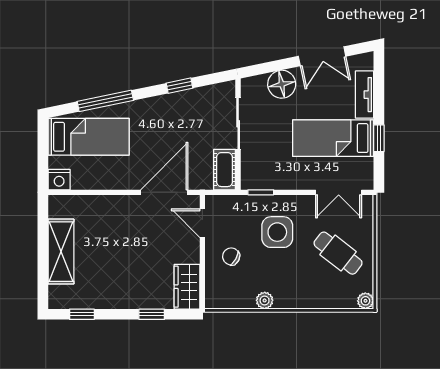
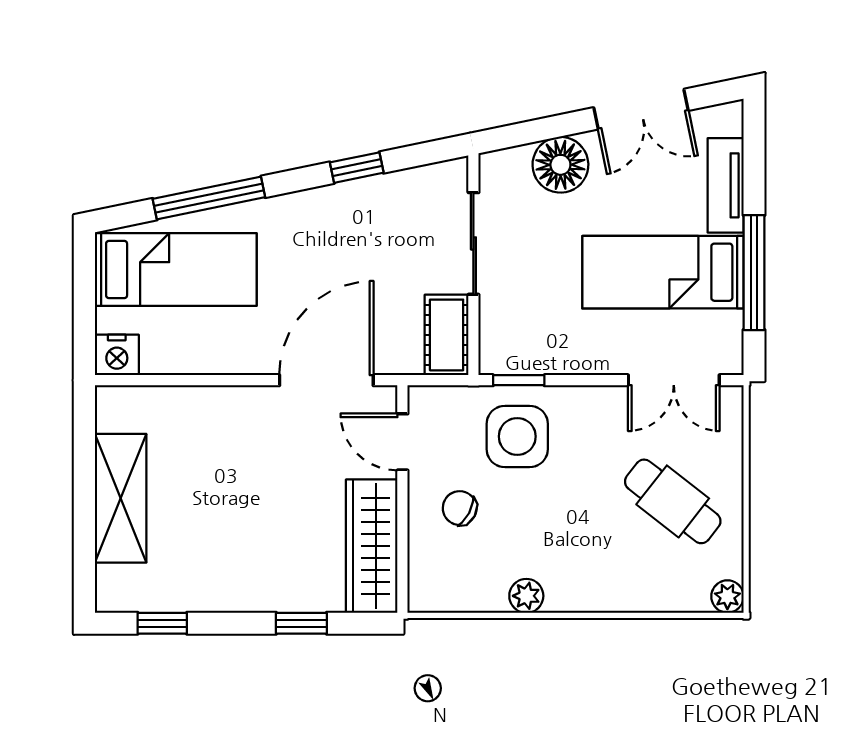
window: (379, 138) -> (754, 273), width x2.17
side table: (277, 232) -> (517, 436), moved
wardrobe: (187, 287) -> (372, 546), width x1.50

